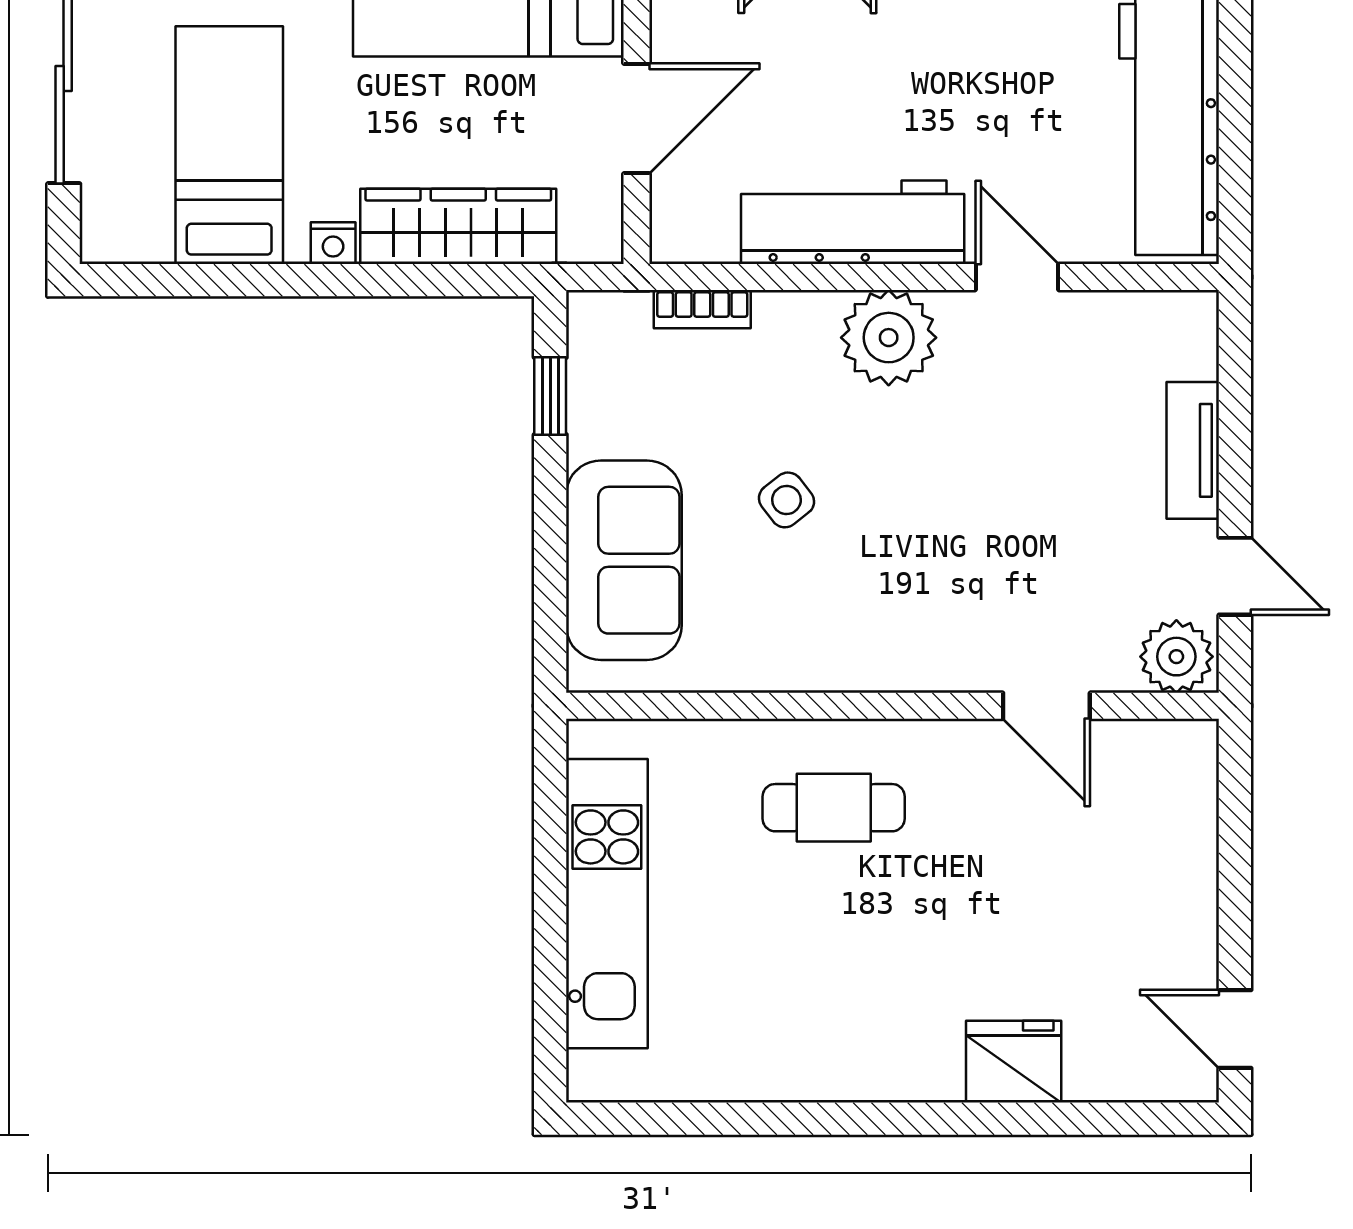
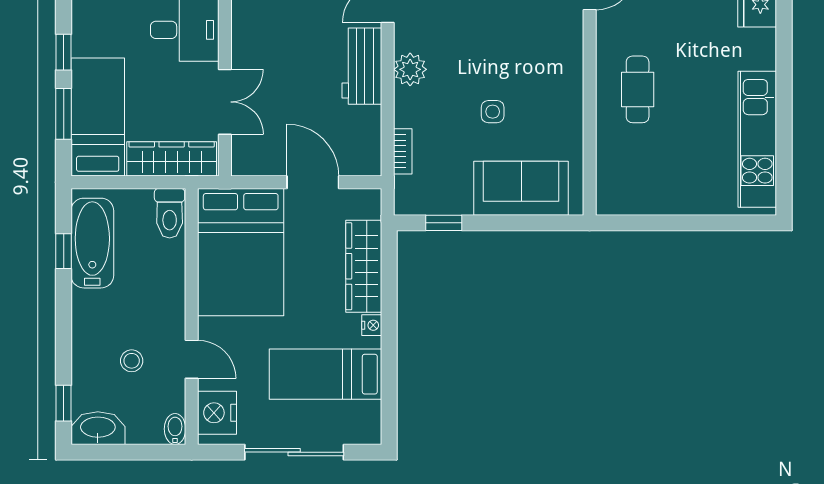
workbench: (853, 222) -> (362, 66), width x0.73
plant: (889, 338) -> (410, 69), width x0.73, depth x0.73
side table: (786, 500) -> (493, 112), turned 38
kitchen unit: (607, 904) -> (757, 139), moved, turned -90

